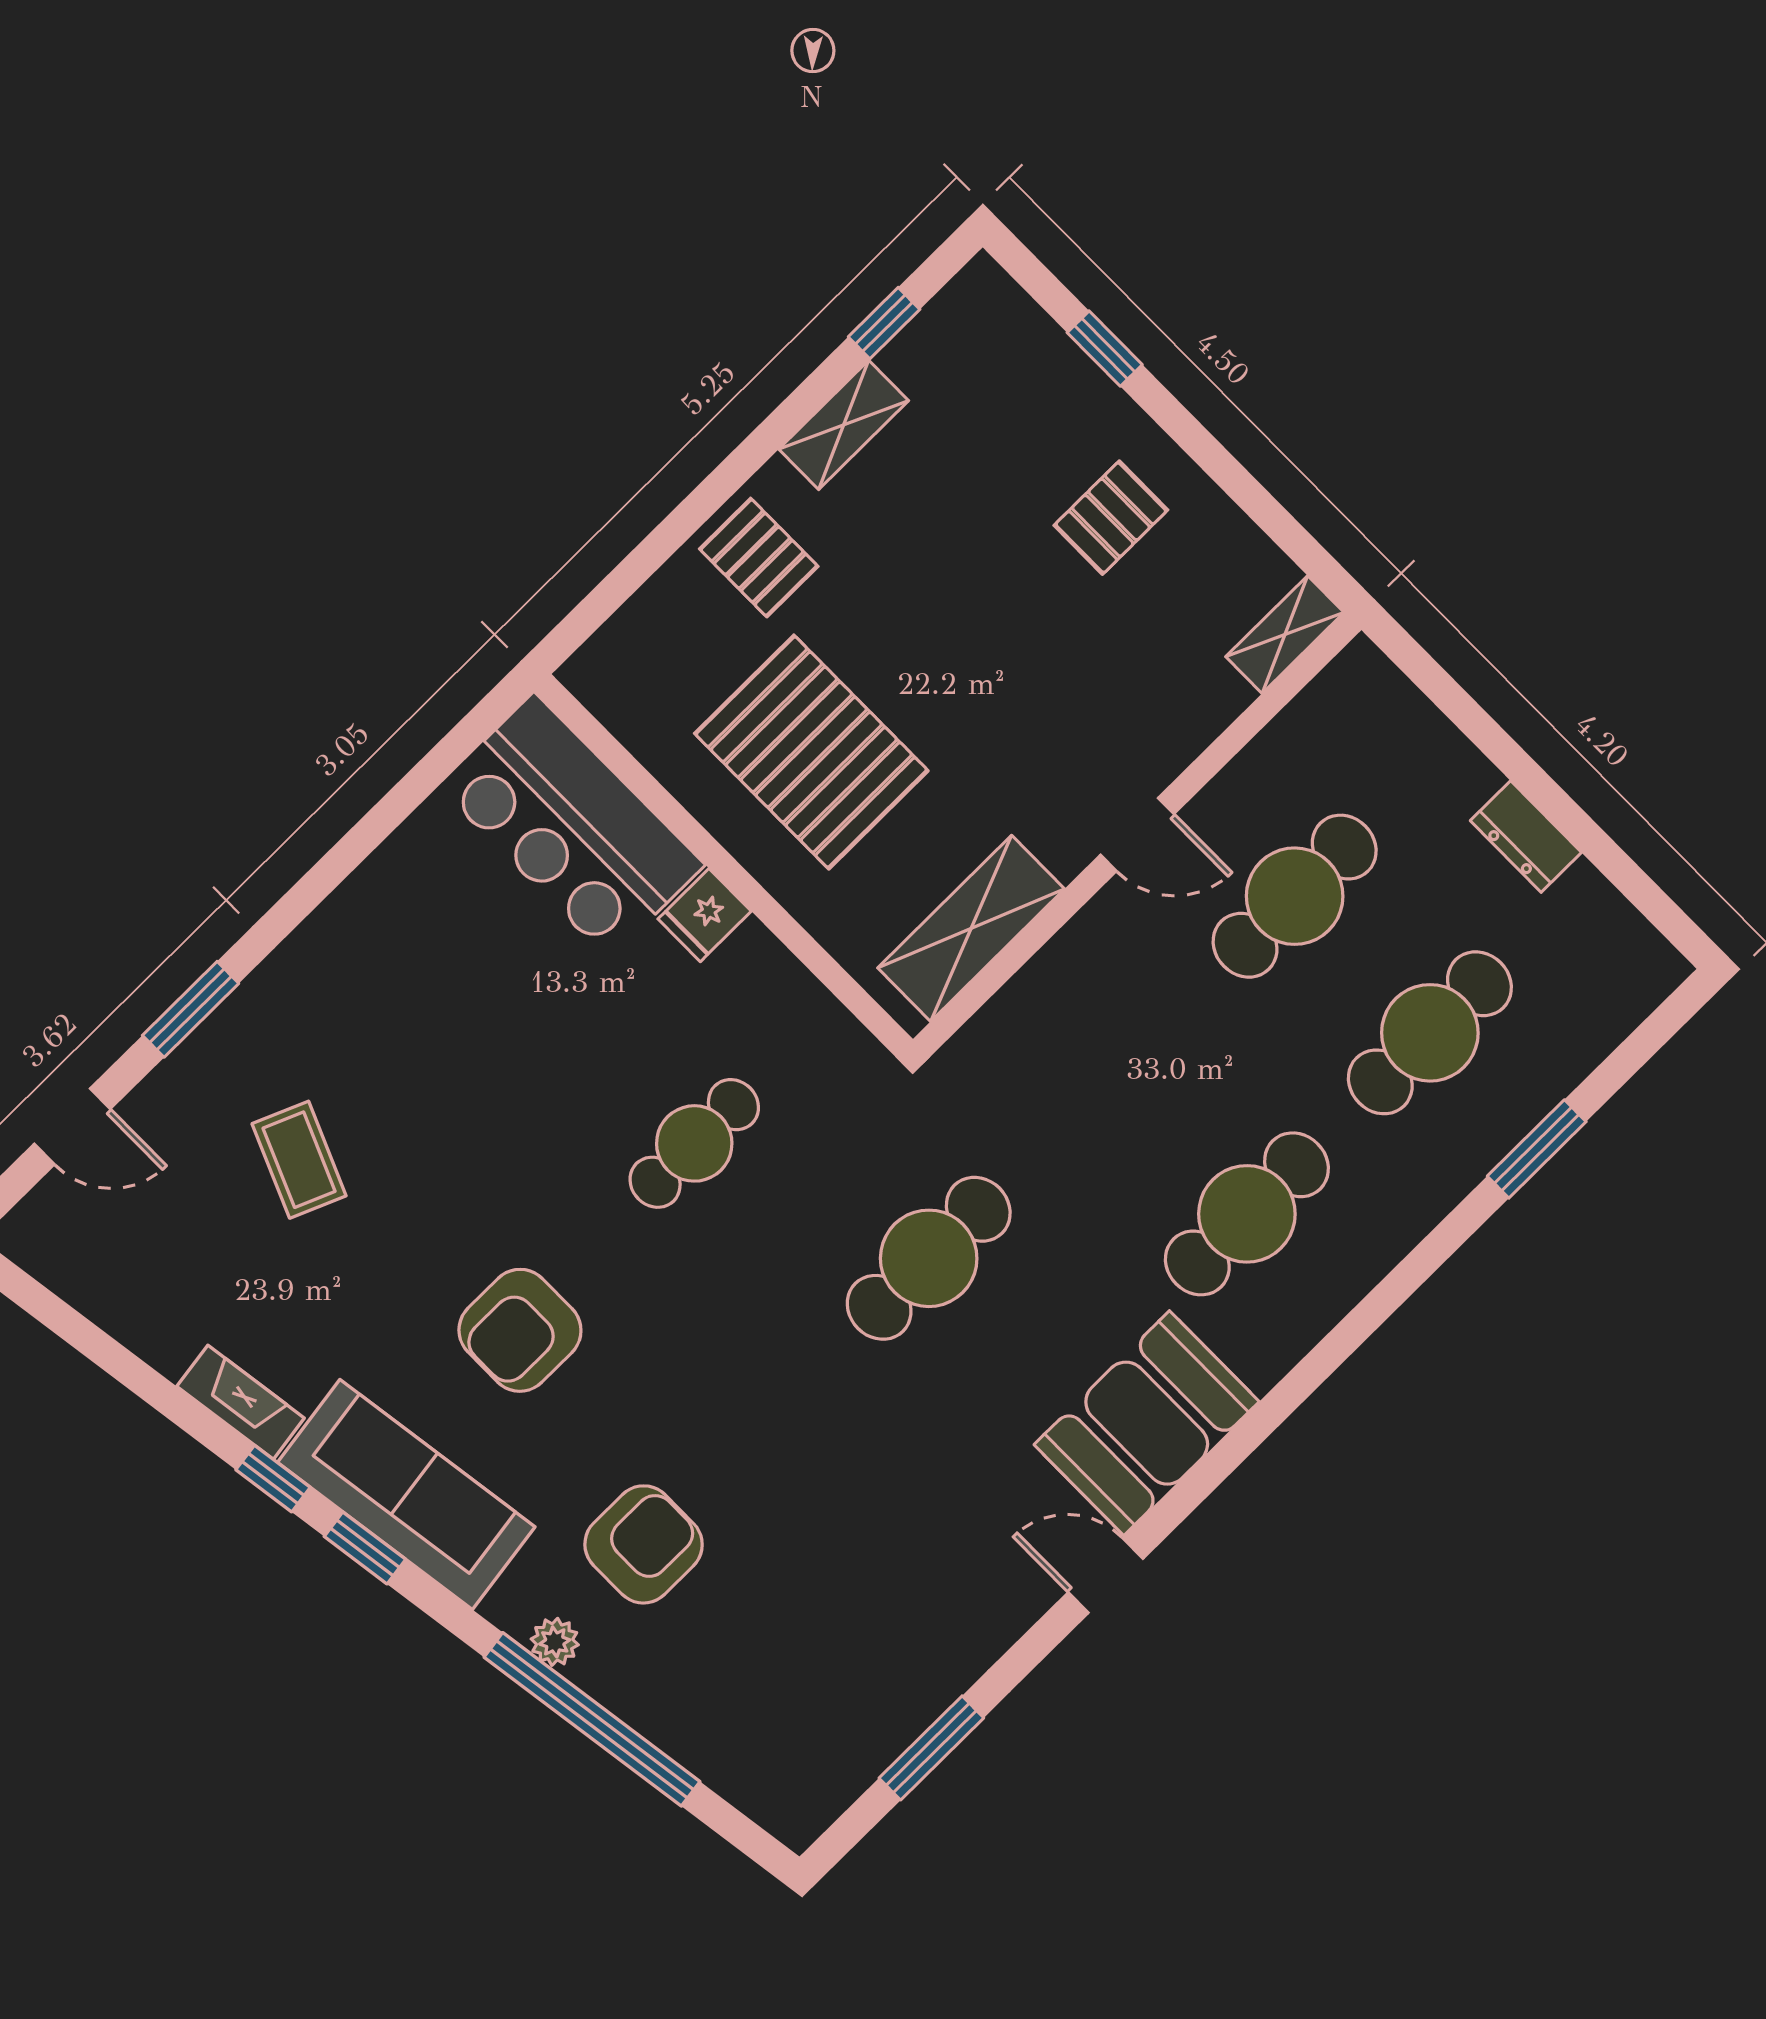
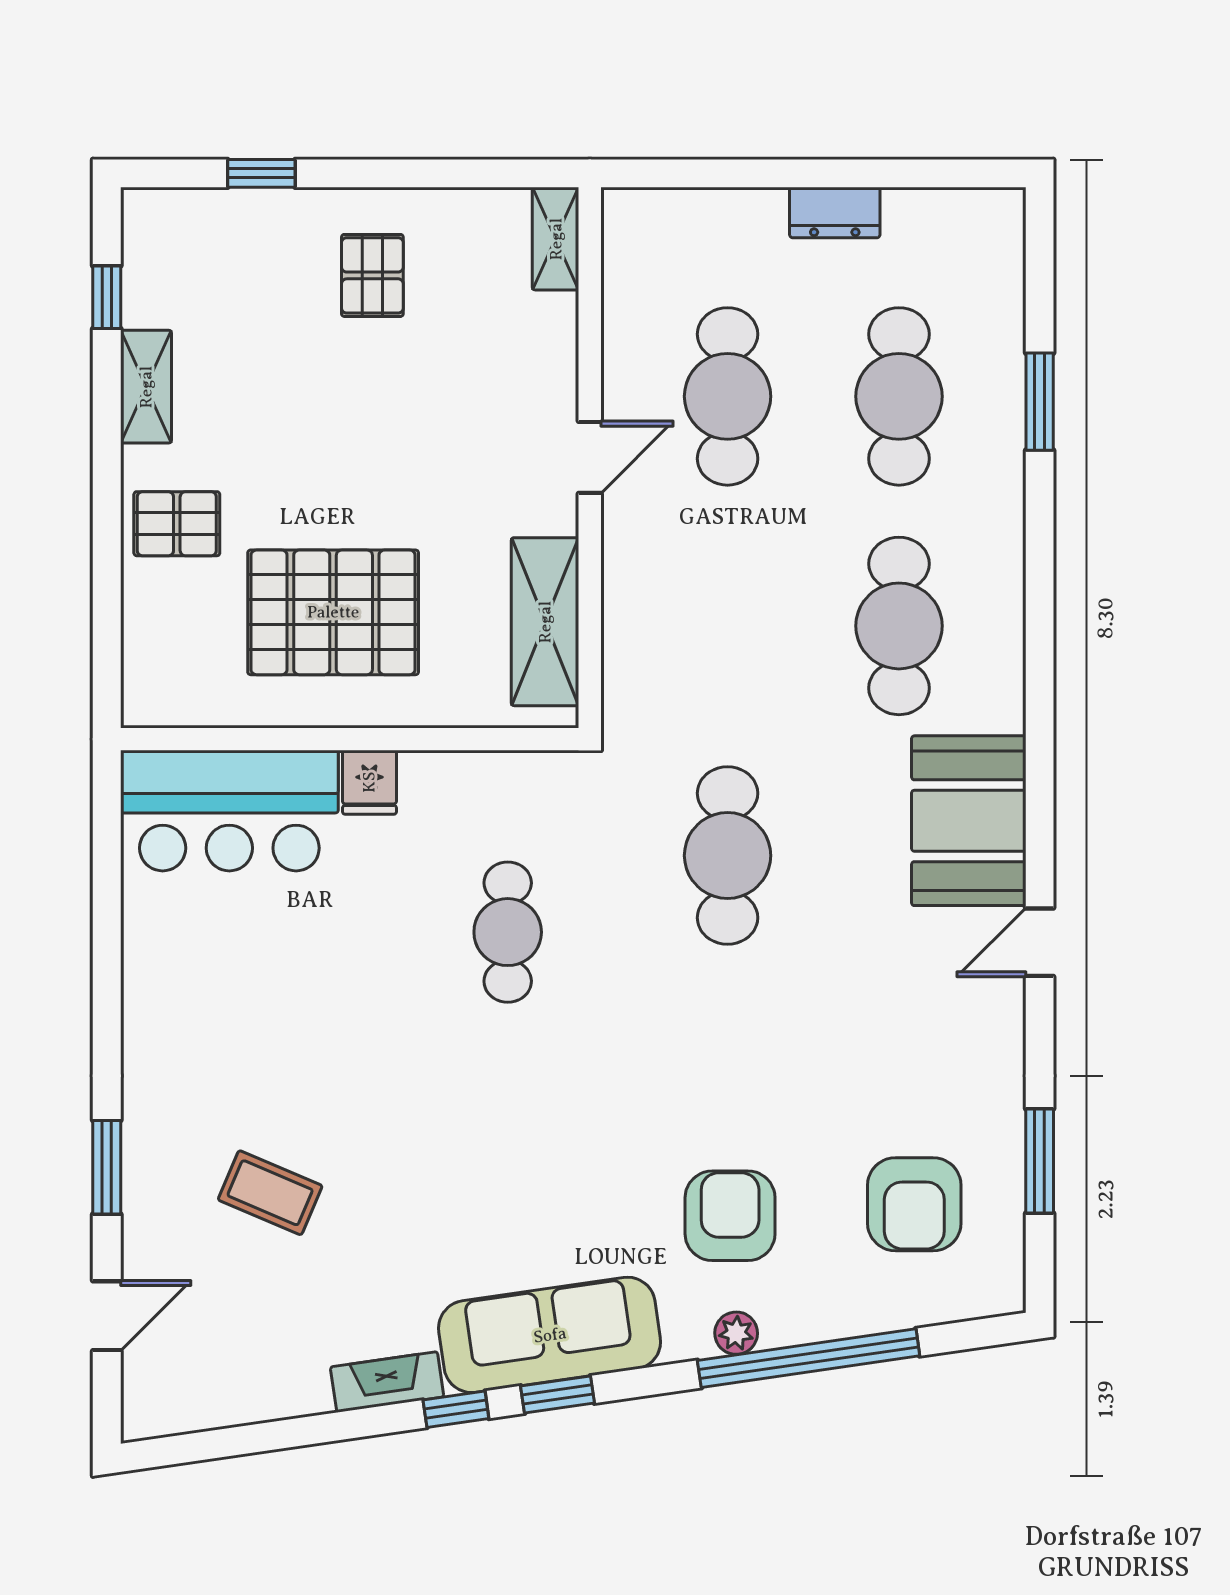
armchair: (520, 1330) -> (914, 1204), moved

